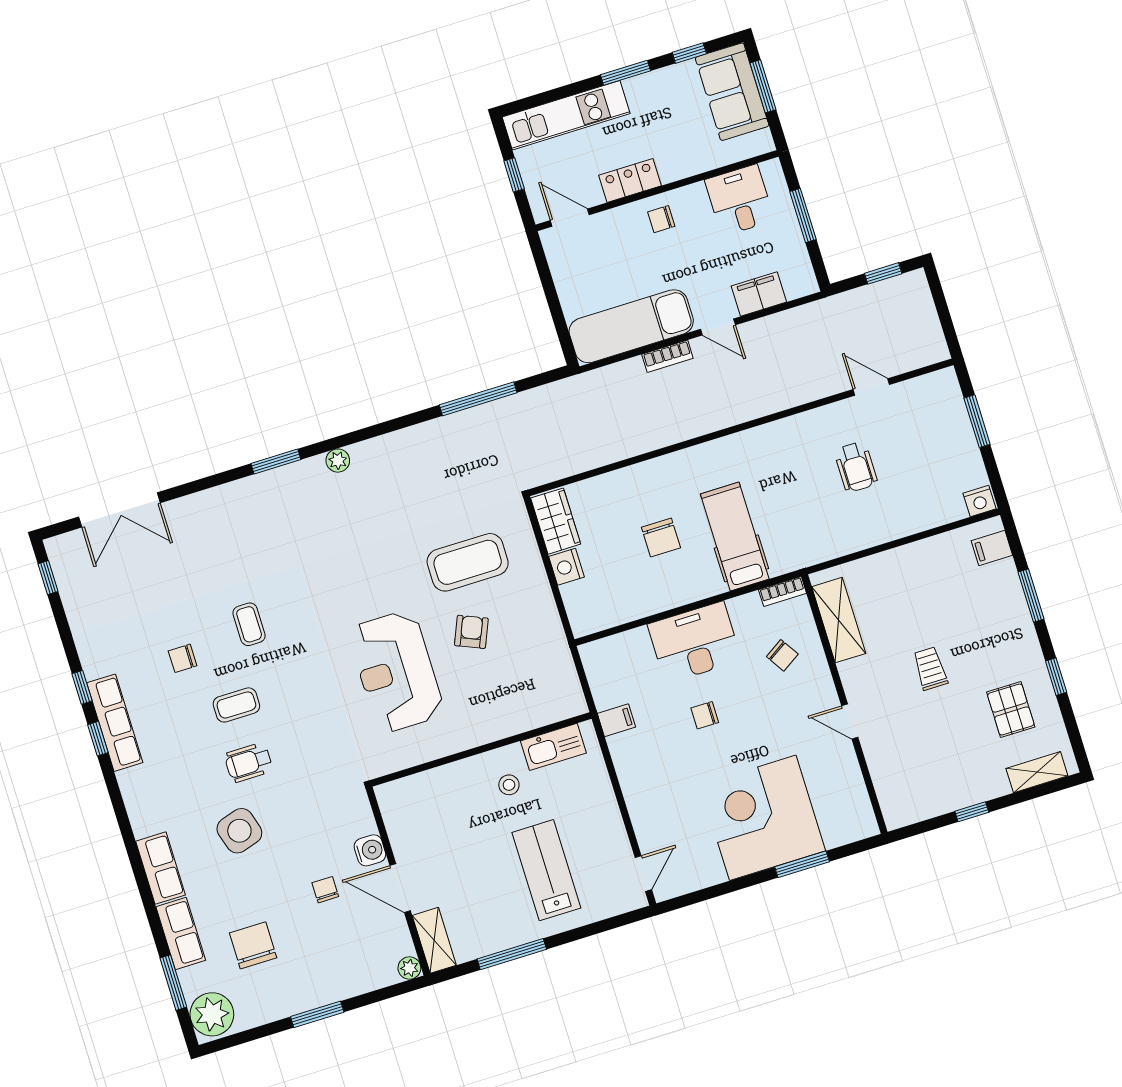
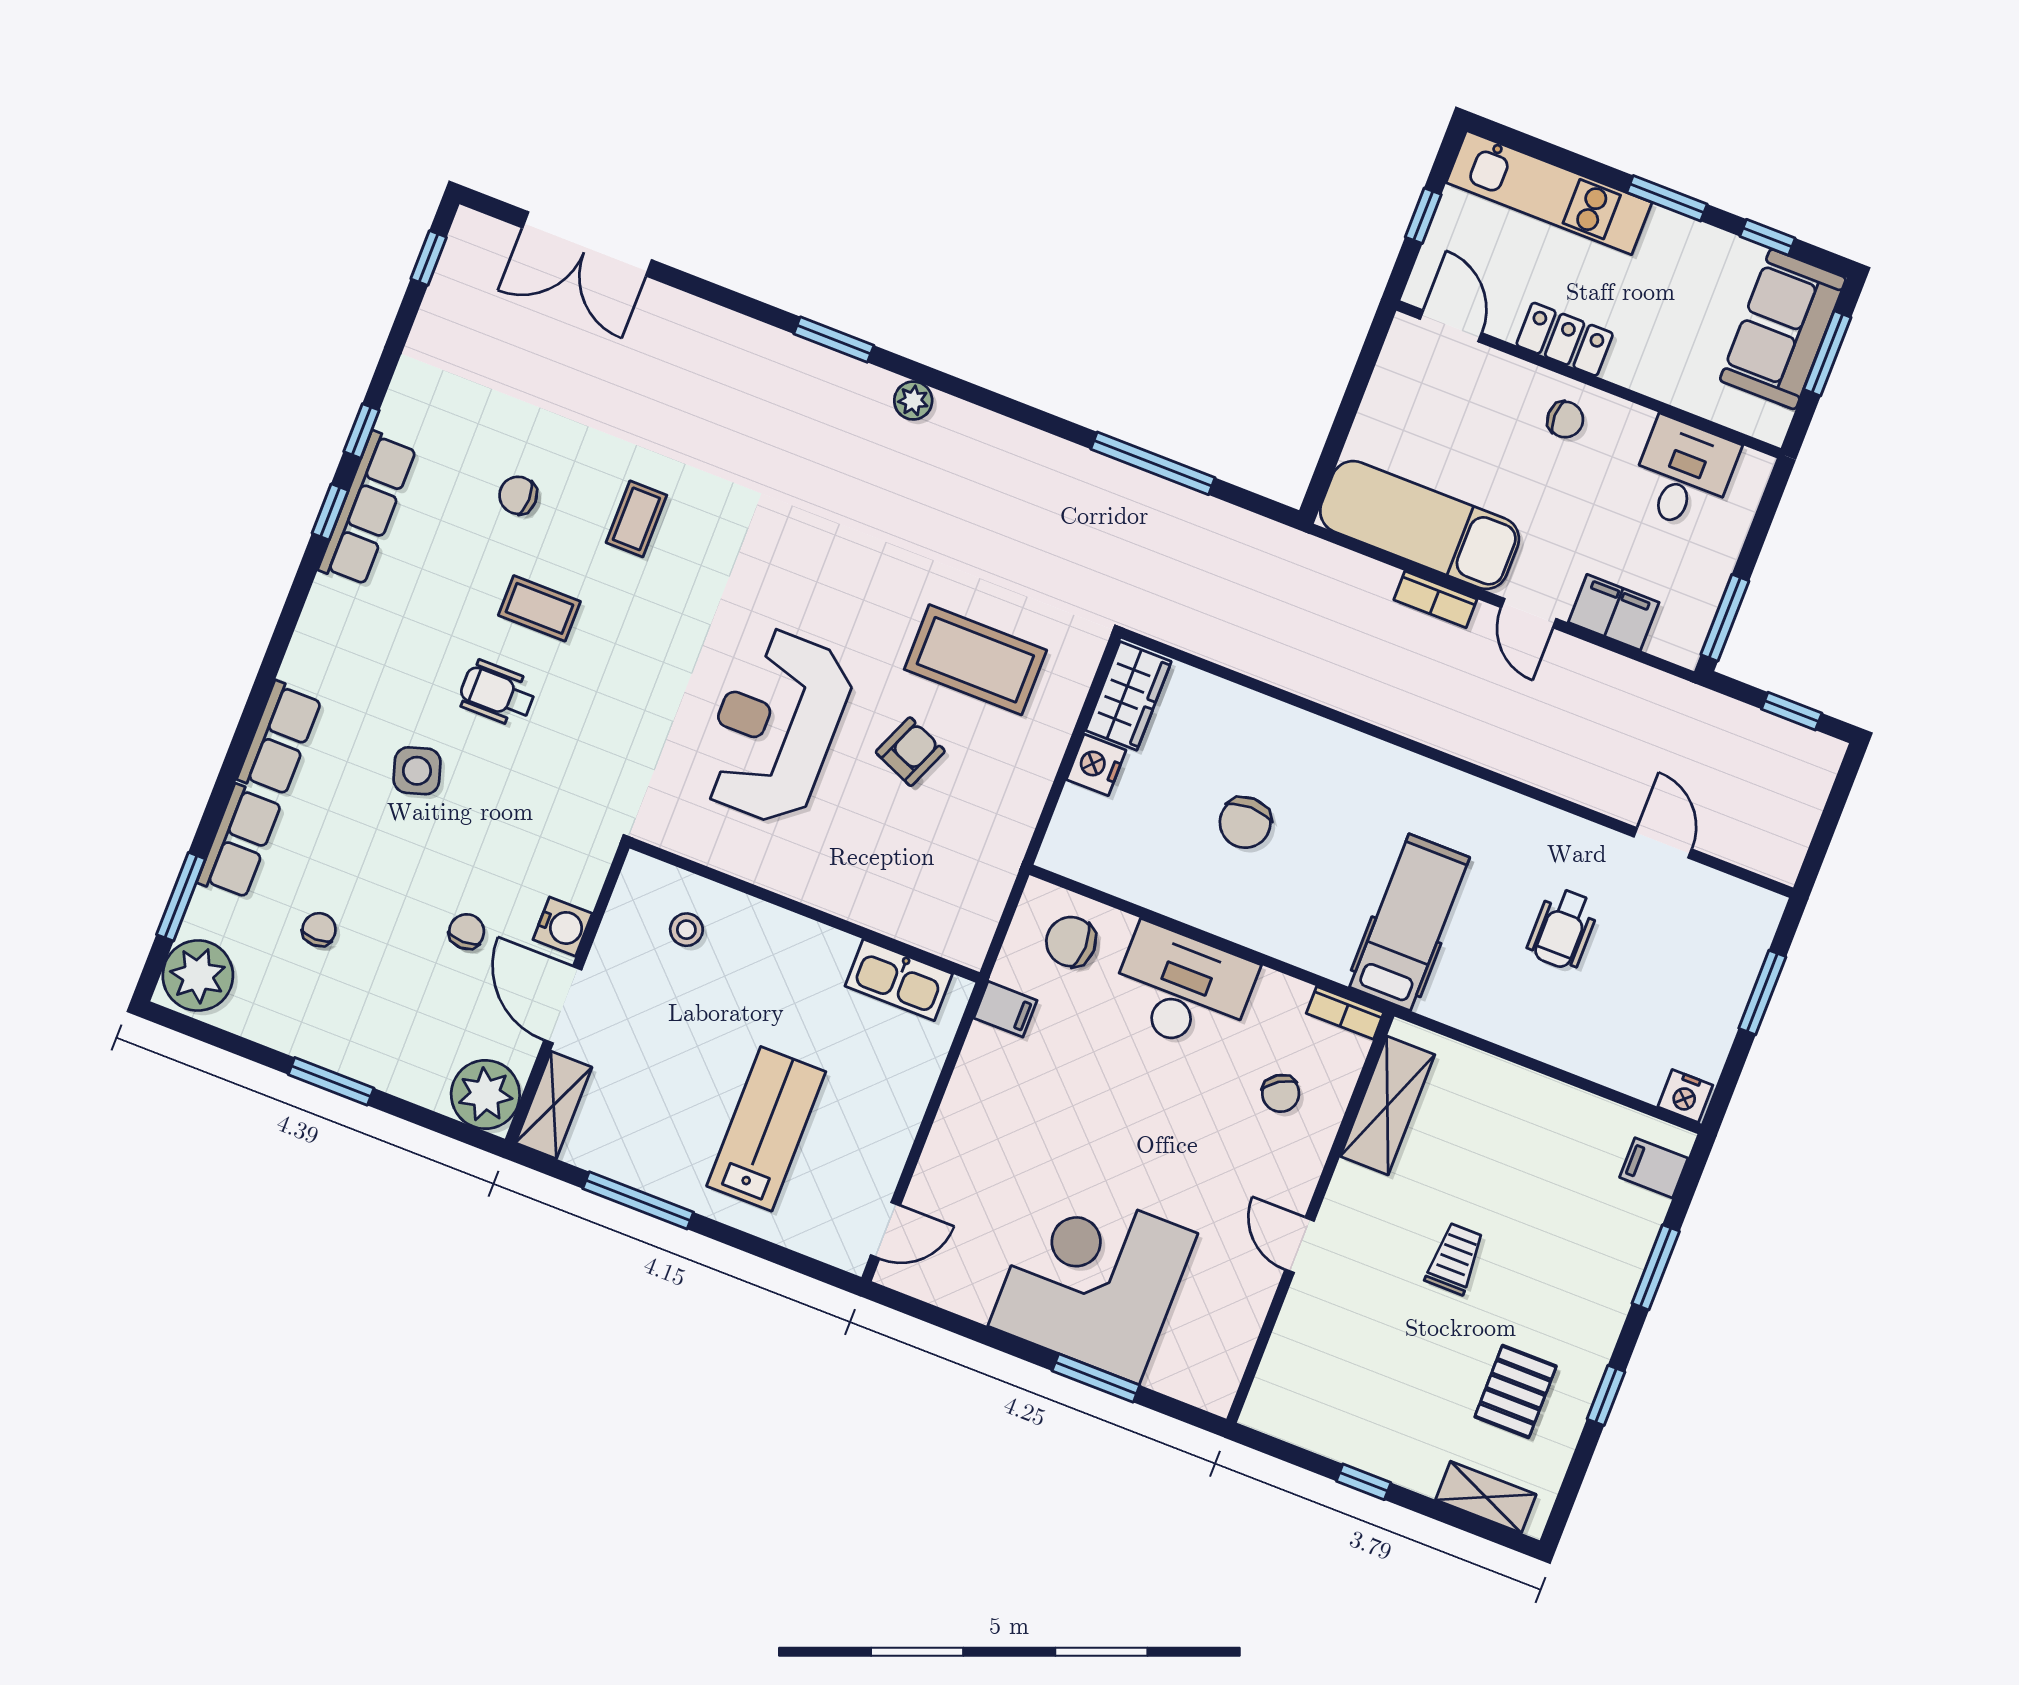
window: (803, 215) -> (1725, 618), moved
chair: (661, 219) -> (1565, 420), turned 180
hospital bed: (735, 536) -> (1410, 922), moved
chair: (705, 715) -> (1071, 942), moved, width x1.37, depth x1.37
stool: (509, 785) -> (686, 930), moved
side table: (239, 831) -> (417, 771), width x0.73, depth x0.73
chair: (253, 945) -> (319, 930), width x0.54, depth x0.54
plant: (409, 968) -> (485, 1095), width x1.87, depth x1.87

